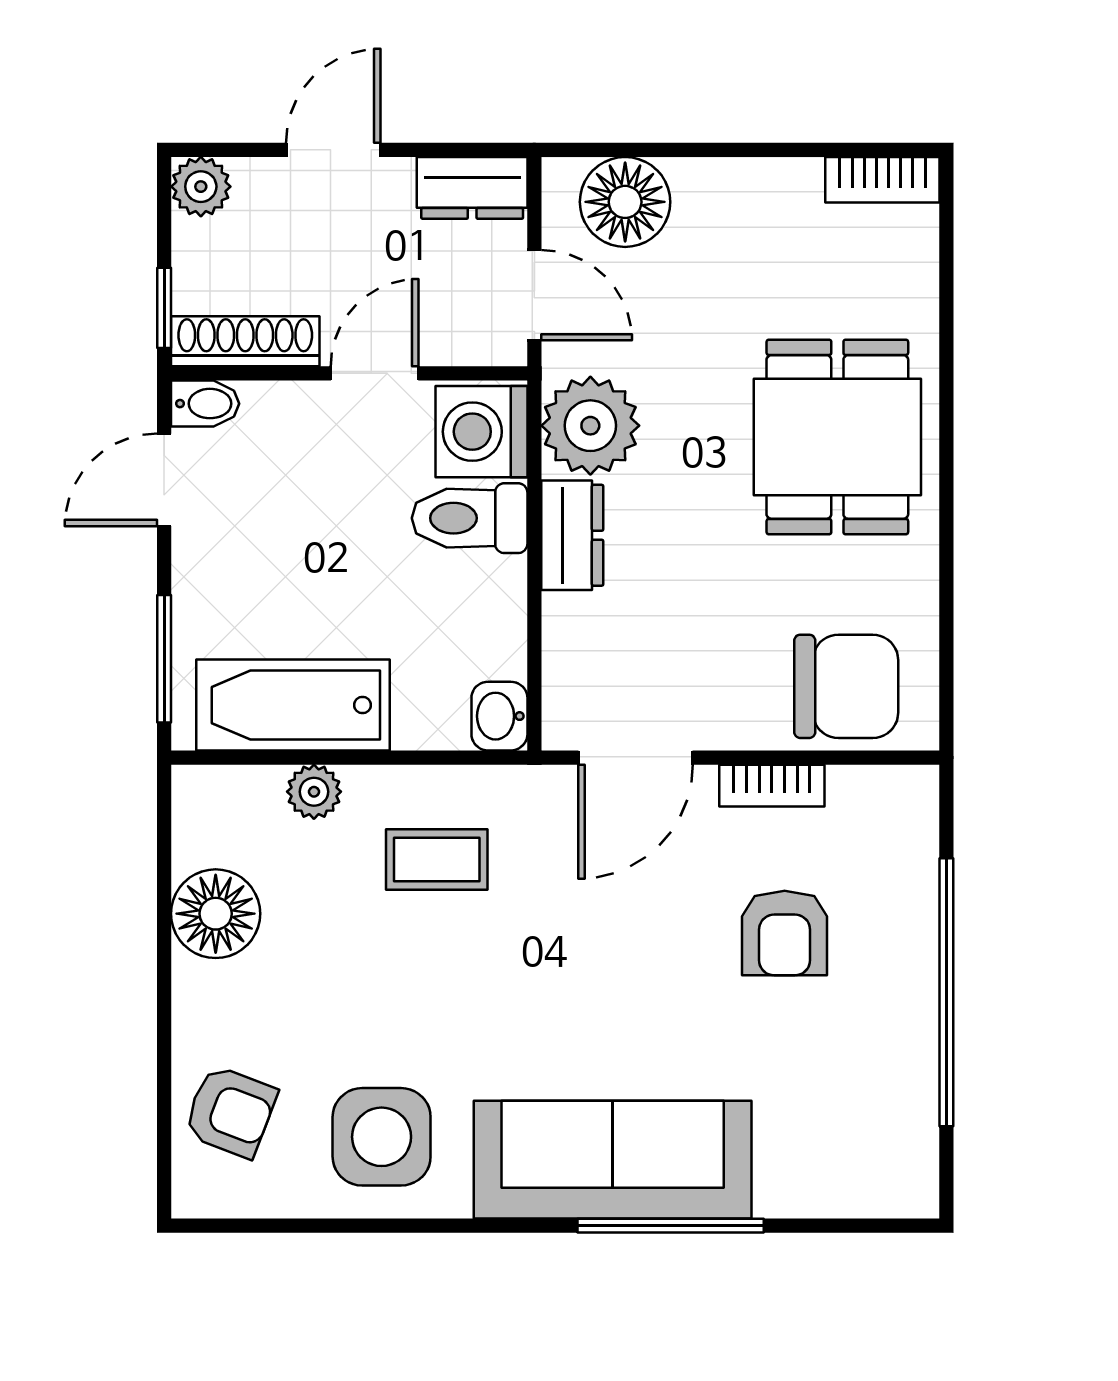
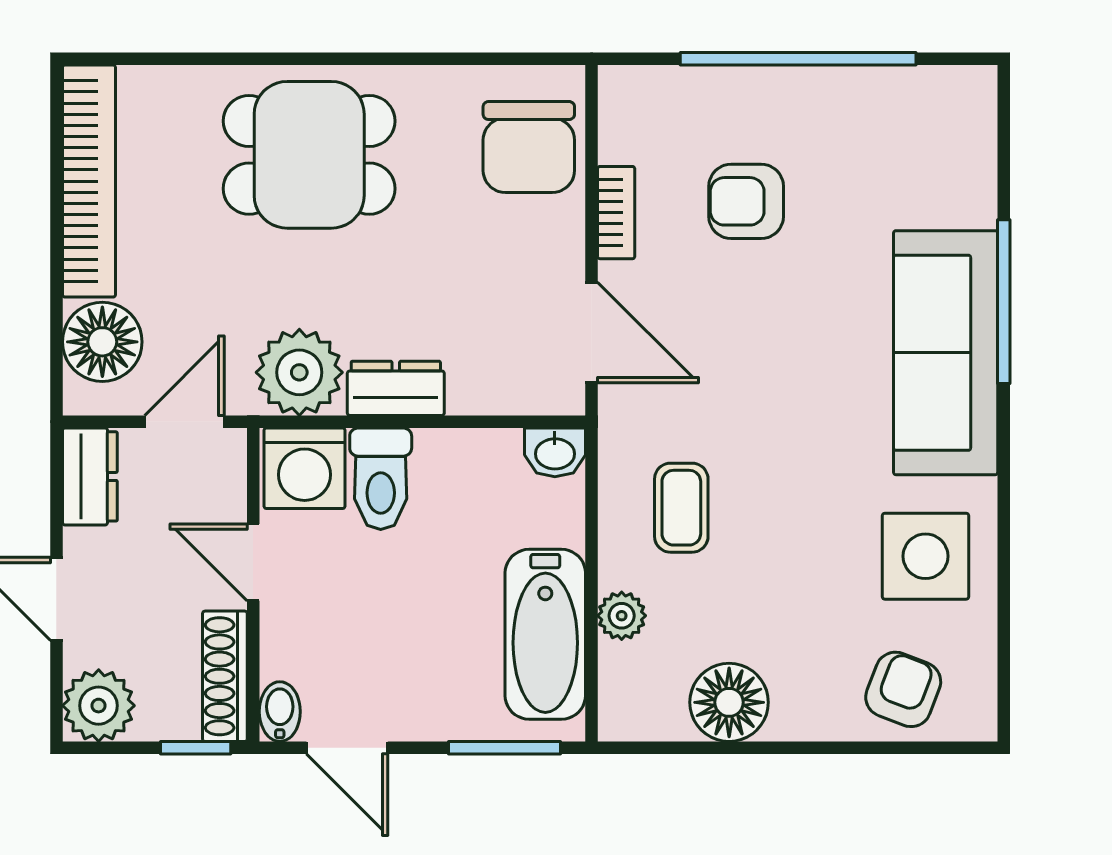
bookcase: (882, 180) -> (89, 181), width x2.31, depth x1.31
plant: (201, 187) -> (99, 706), width x1.38, depth x1.38
chair: (846, 686) -> (529, 147), turned 180
armchair: (785, 933) -> (746, 201), turned 180

